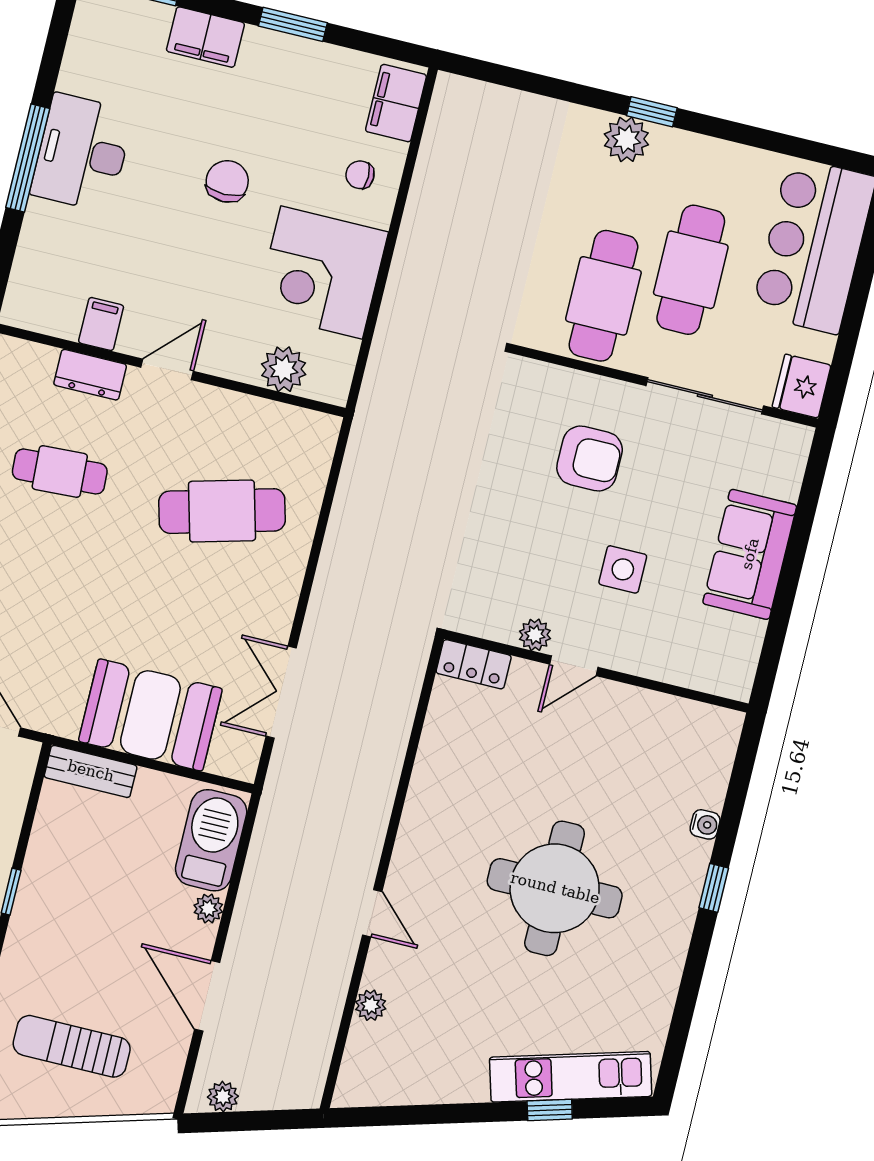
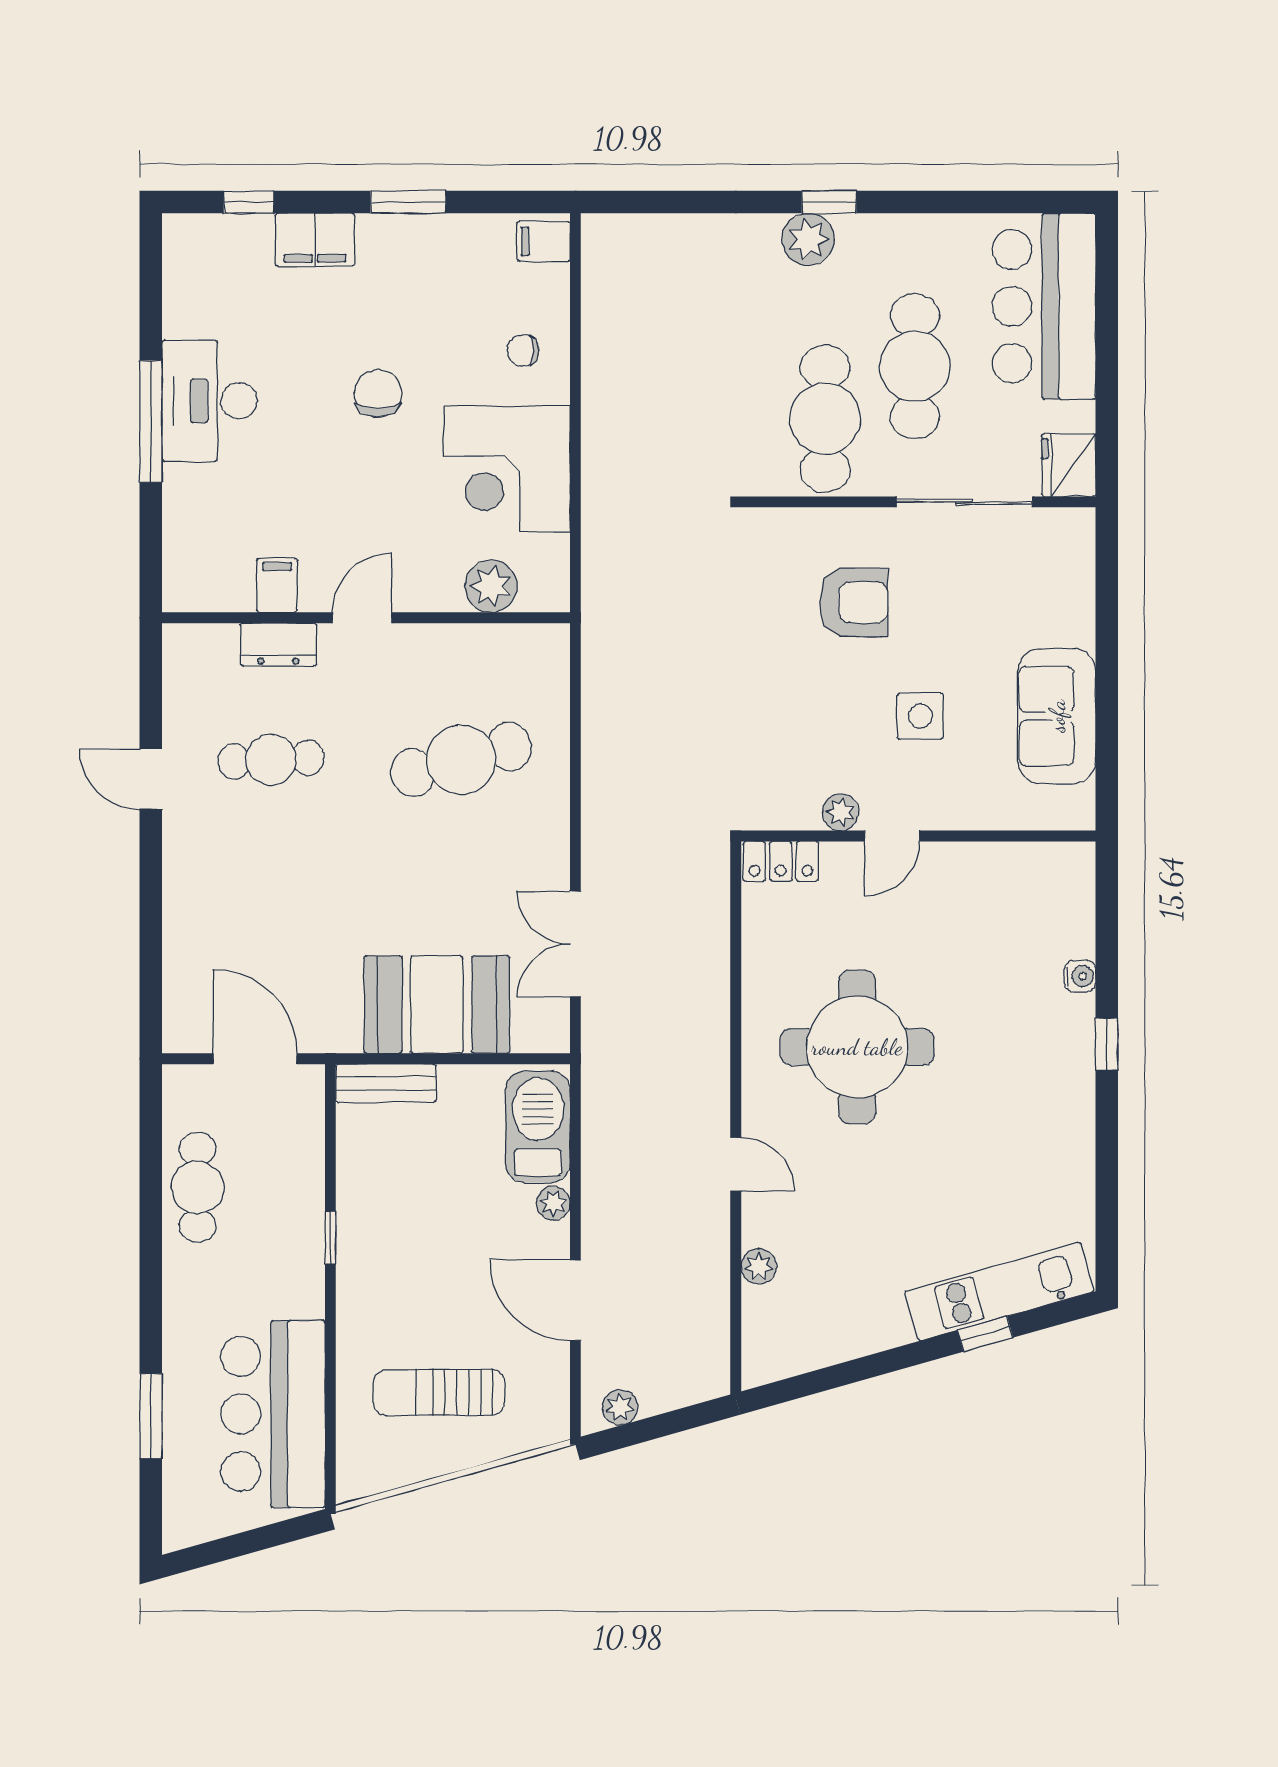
filing cabinet: (396, 103) -> (544, 241), width x0.50
sofa: (750, 554) -> (1057, 716), moved
round table: (555, 888) -> (857, 1047), moved

